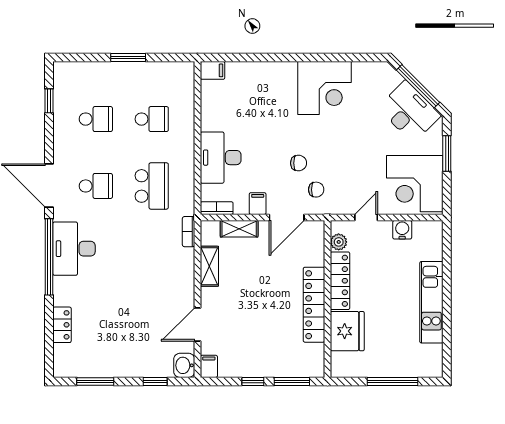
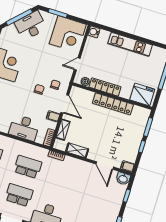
school desk: (96, 186) -> (19, 195), width x1.85
door: (366, 217) -> (77, 64), hinge flipped
water cooler: (402, 230) -> (94, 32), moved
fridge: (347, 331) -> (142, 95), moved

